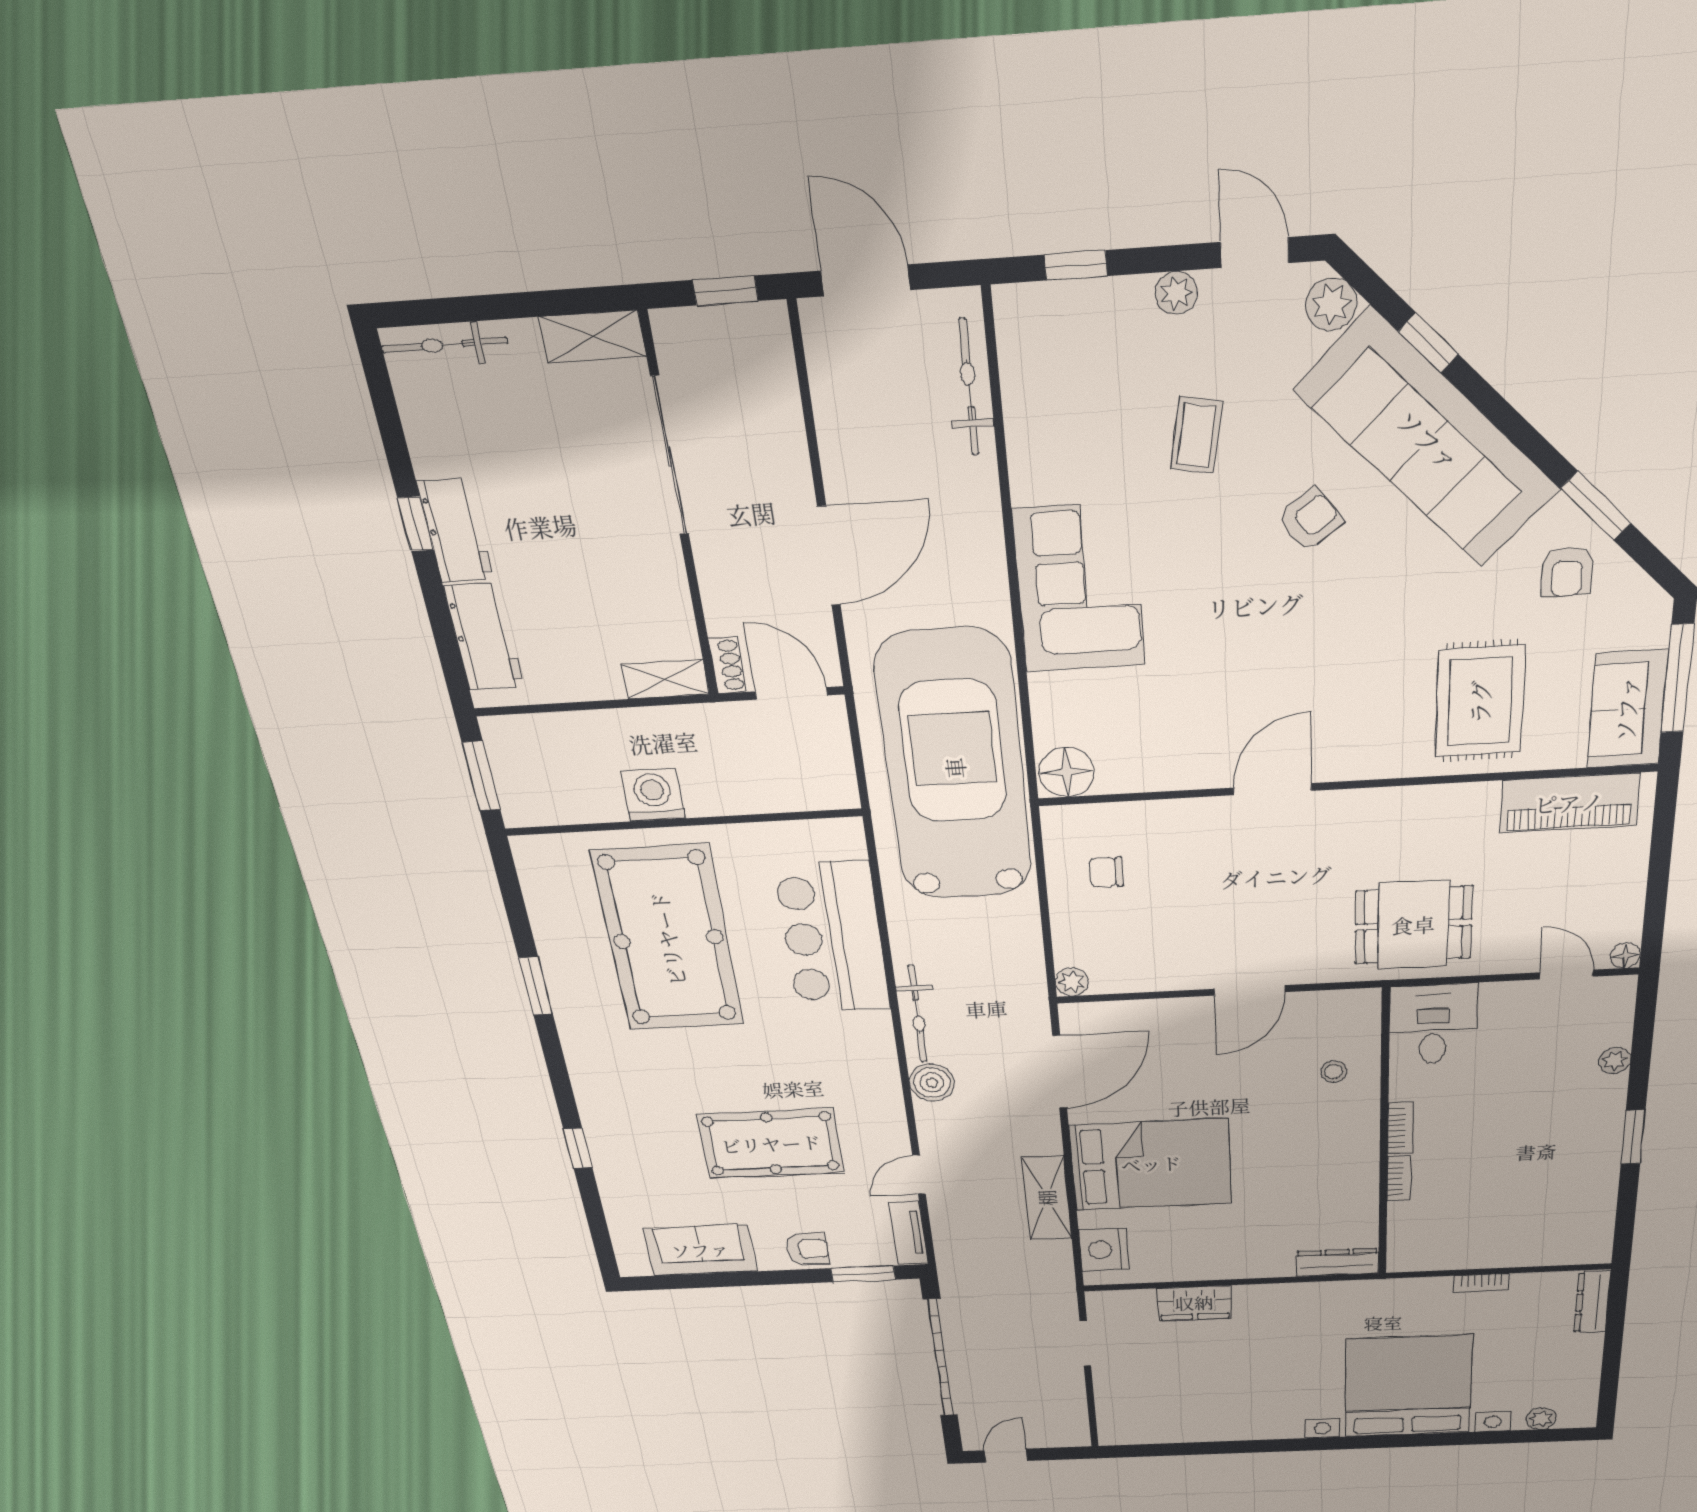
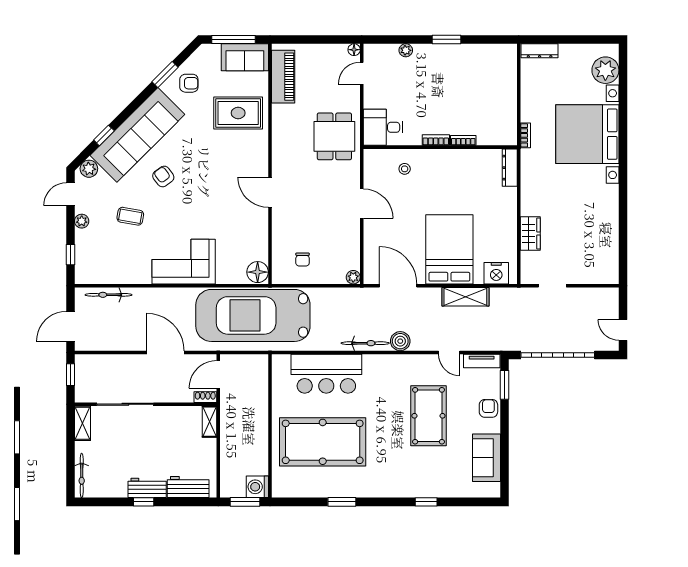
washing machine: (653, 795) -> (257, 487), moved
bookcase: (1481, 1283) -> (525, 135), moved
plant: (1541, 1419) -> (605, 70), width x1.87, depth x1.87

